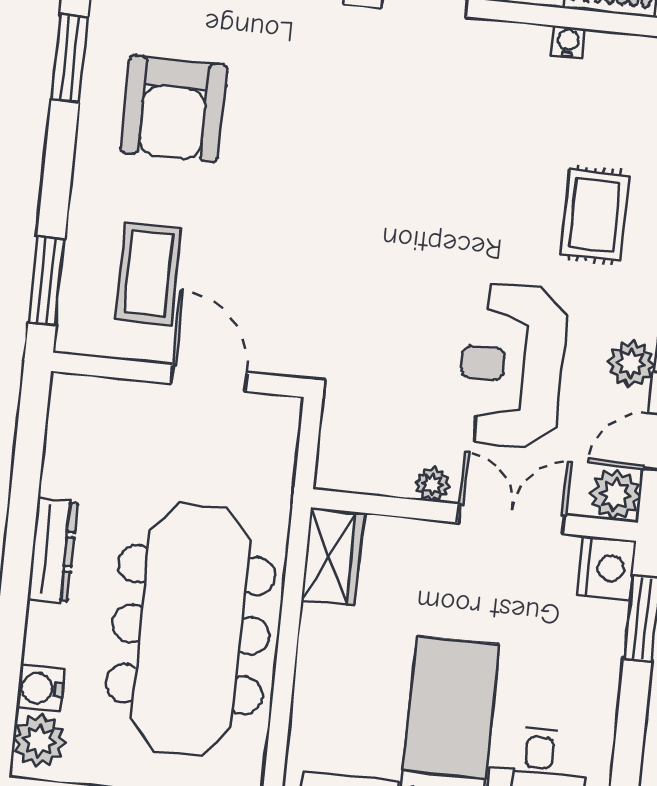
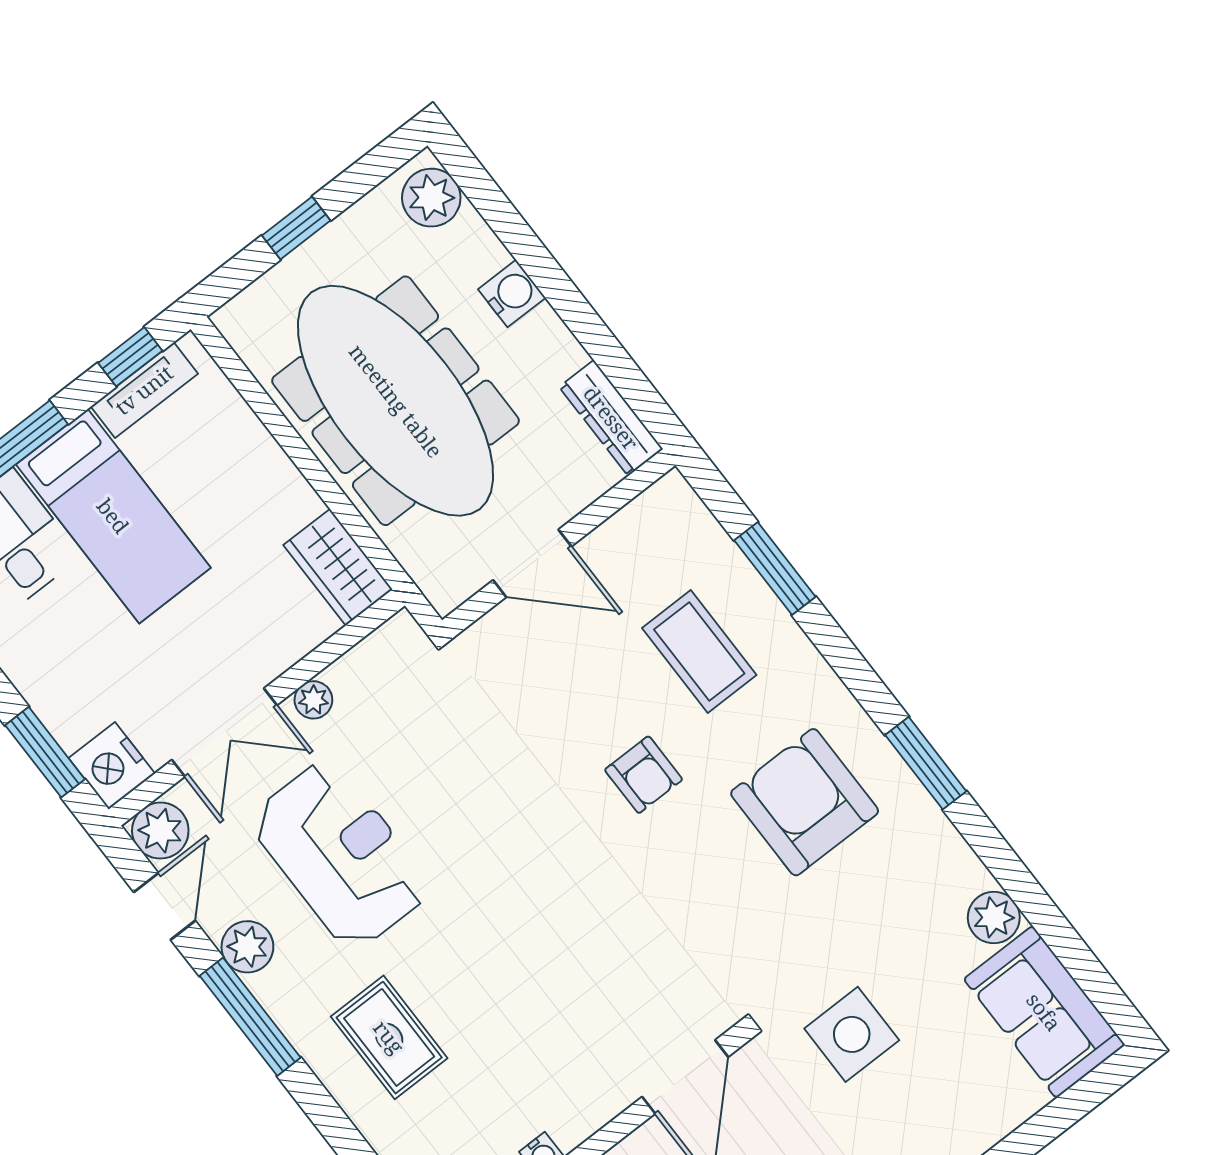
armchair: (262, 228) -> (644, 775), added
wall: (178, 375) -> (559, 543), moved
door: (209, 378) -> (532, 563), moved
dresser: (53, 550) -> (611, 418), moved
water cooler: (40, 688) -> (512, 293), moved

